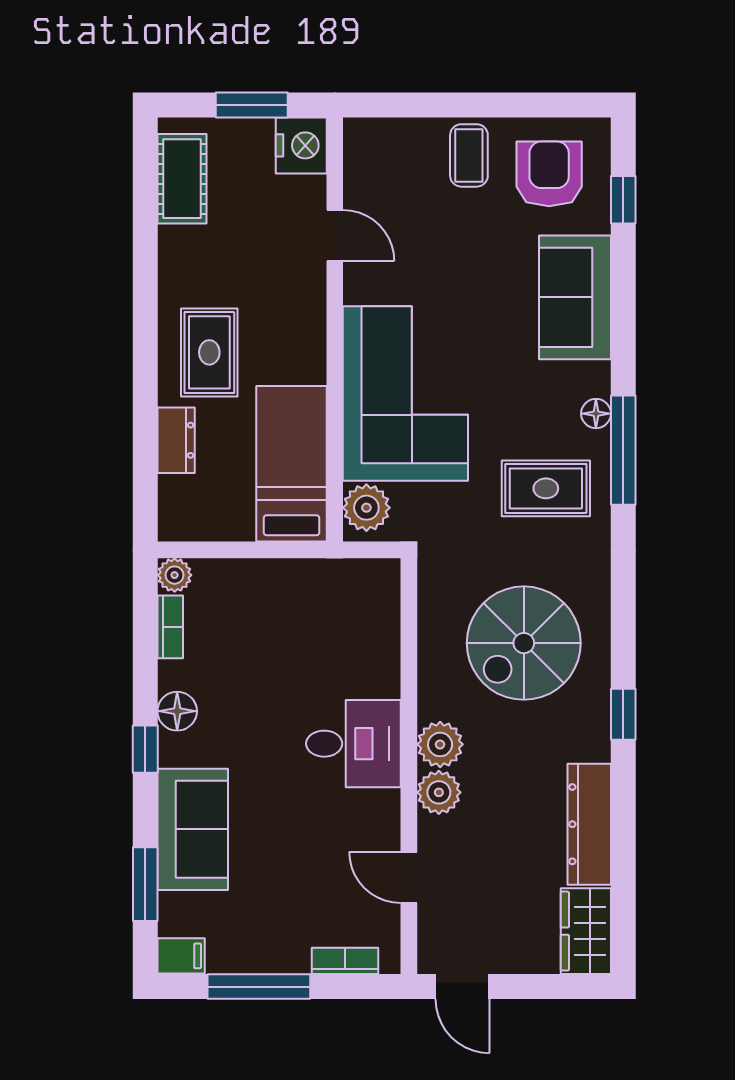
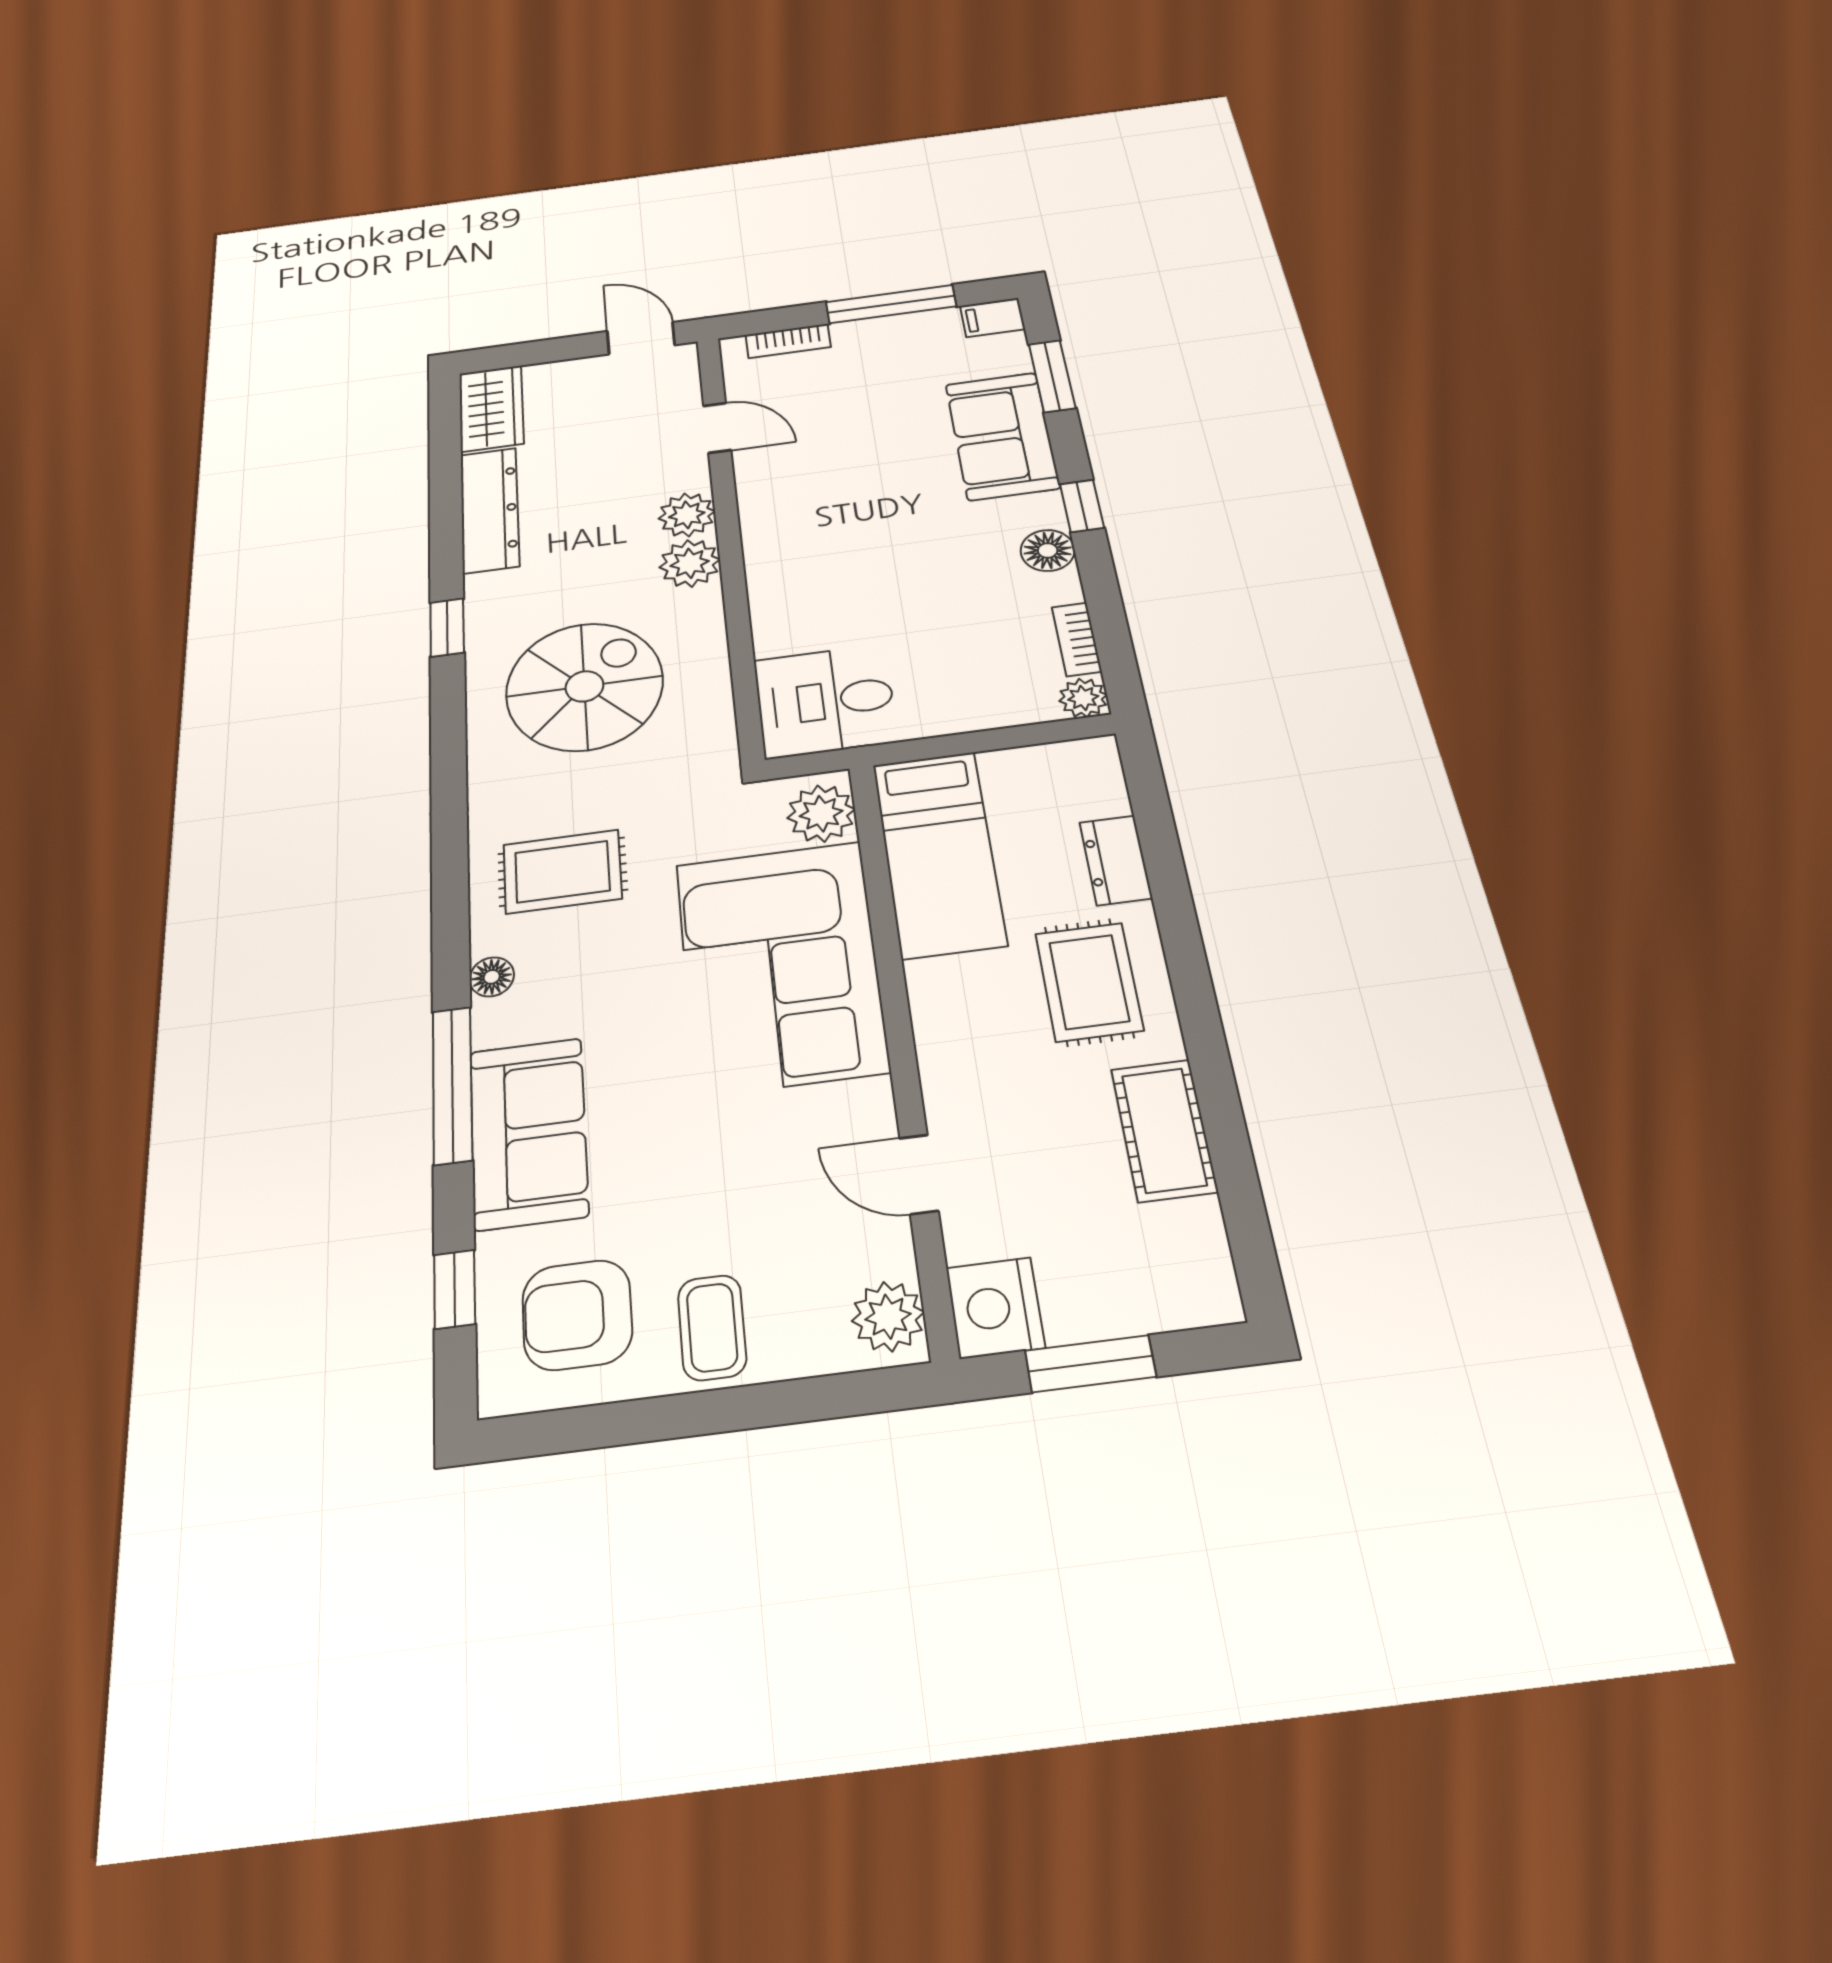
plant: (365, 148) -> (888, 1317), added
armchair: (549, 174) -> (577, 1315), turned 90
cot: (182, 179) -> (1164, 1130), moved
window: (623, 450) -> (452, 1085), moved
desk: (353, 744) -> (825, 701), moved

